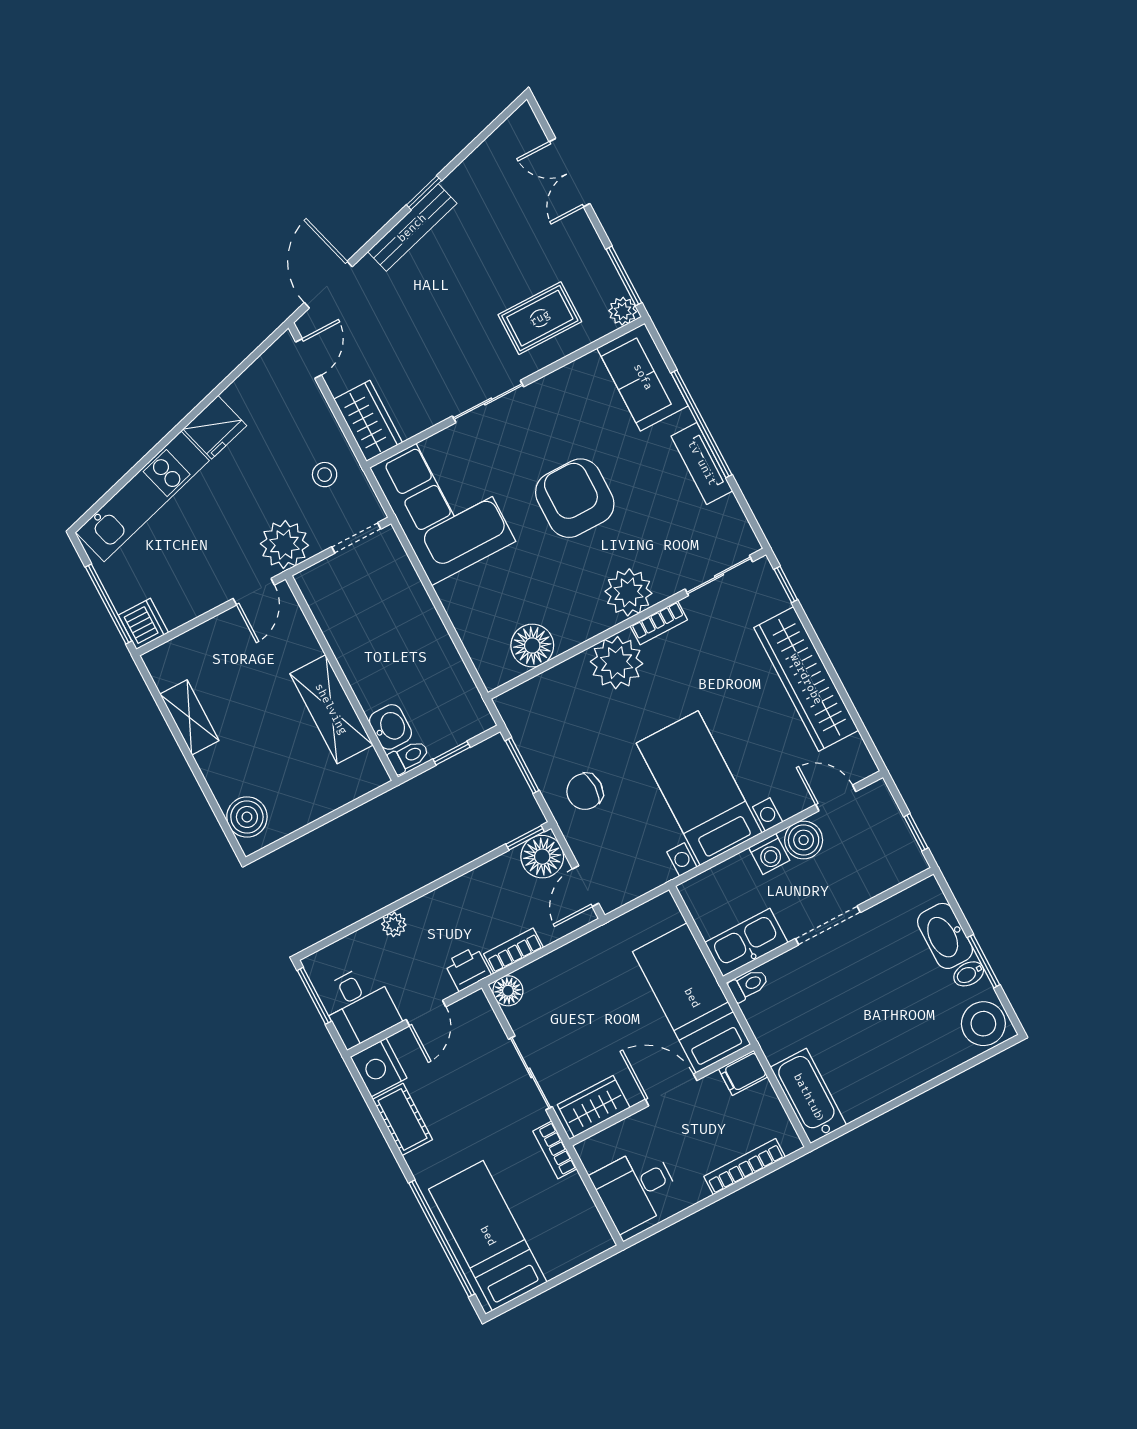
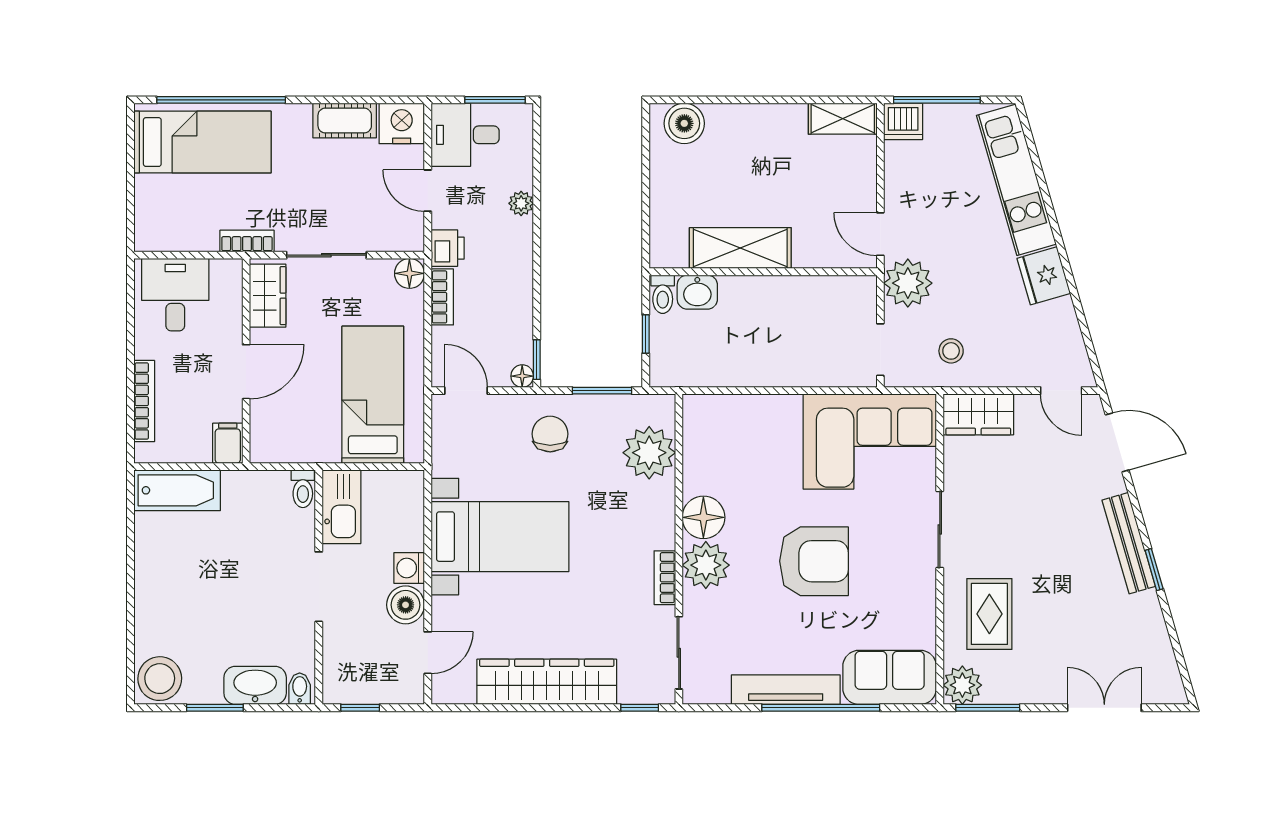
plant: (623, 311) -> (962, 685), width x1.38, depth x1.38
tv unit: (702, 463) -> (786, 690), width x1.41
floor lamp: (532, 646) -> (703, 517), moved
plant: (617, 663) -> (649, 453), moved
shelving: (189, 717) -> (843, 119), moved
floor lamp: (542, 857) -> (522, 376), width x0.53, depth x0.53
bidet: (969, 974) -> (300, 689), moved
bed: (692, 998) -> (373, 395), moved, turned -90

